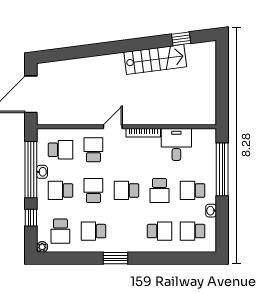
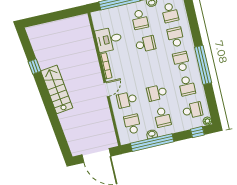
window: (181, 39) -> (34, 67), moved
stairs: (155, 59) -> (57, 89), moved
door: (113, 127) -> (106, 89), swing flipped
school desk: (126, 190) -> (181, 61), moved, turned 180
window: (31, 218) -> (197, 132), moved
window: (116, 258) -> (203, 65), width x2.11

